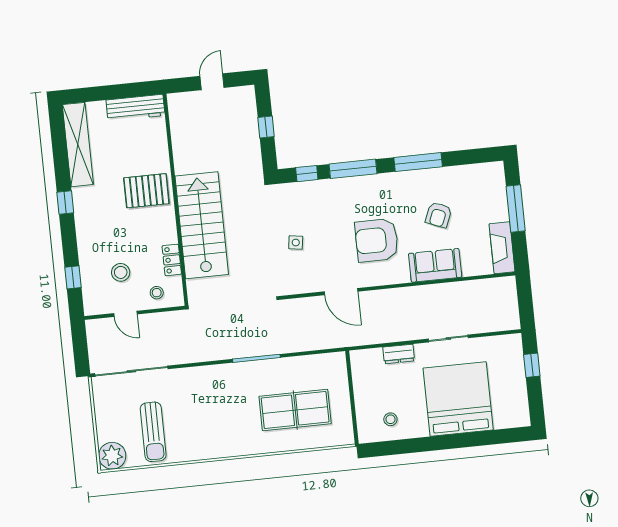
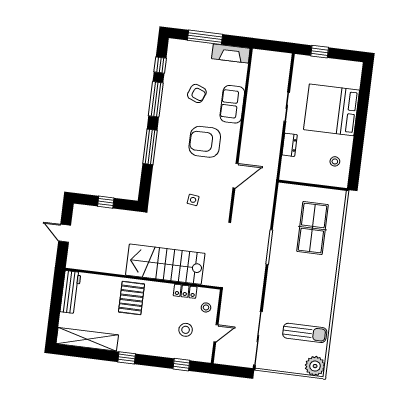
window: (307, 174) -> (160, 65), moved
armchair: (377, 240) -> (205, 142), turned 90

